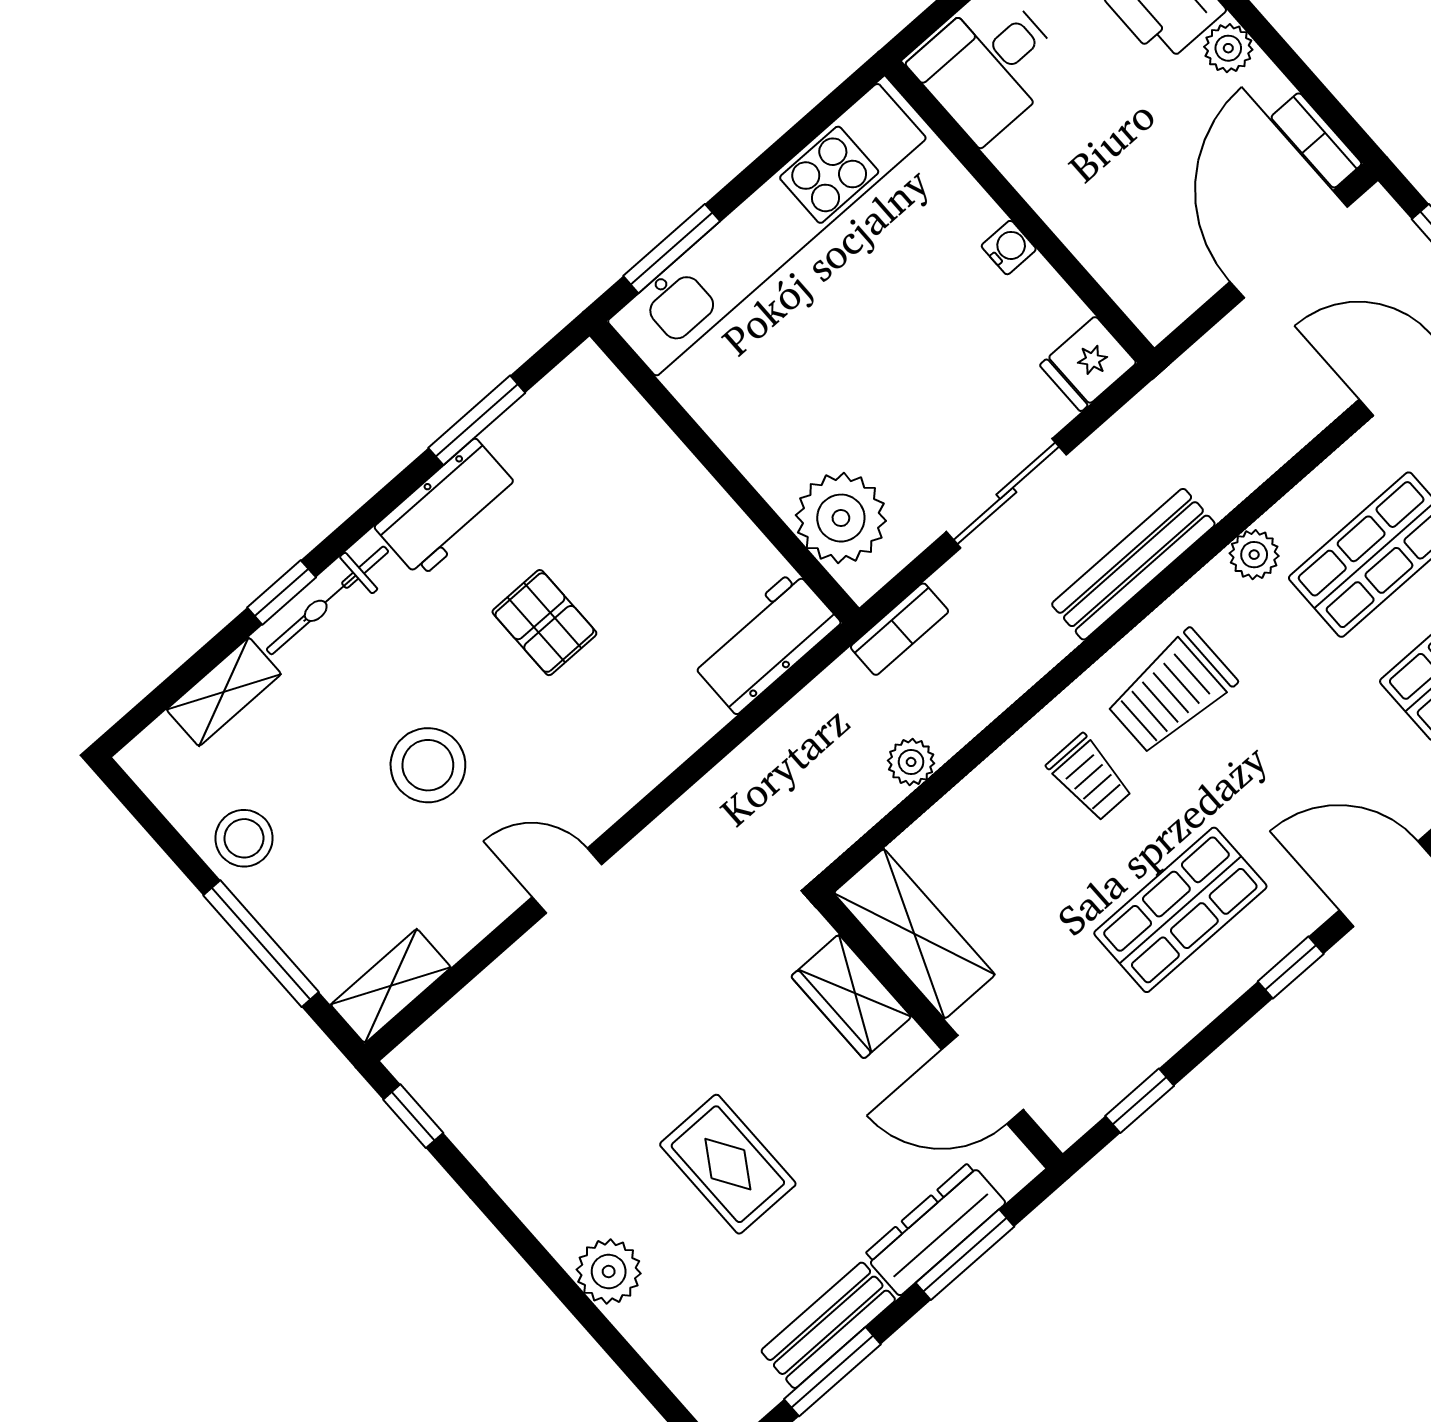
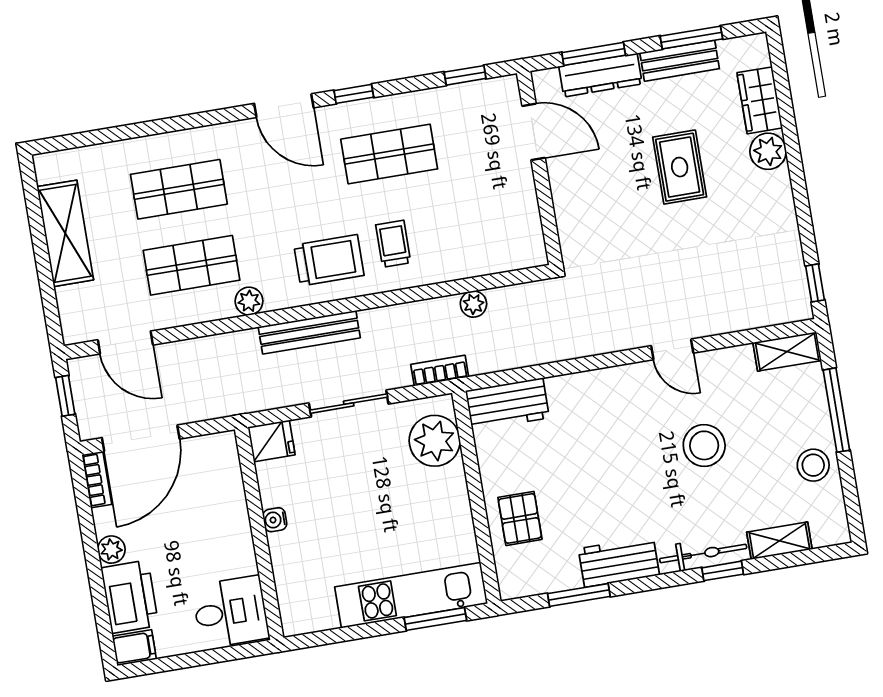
kitchen unit: (767, 230) -> (411, 595), width x0.73
pallet: (544, 623) -> (520, 518), moved
shelving: (914, 934) -> (523, 221), removed
wardrobe: (851, 997) -> (760, 100), moved, turned 180

